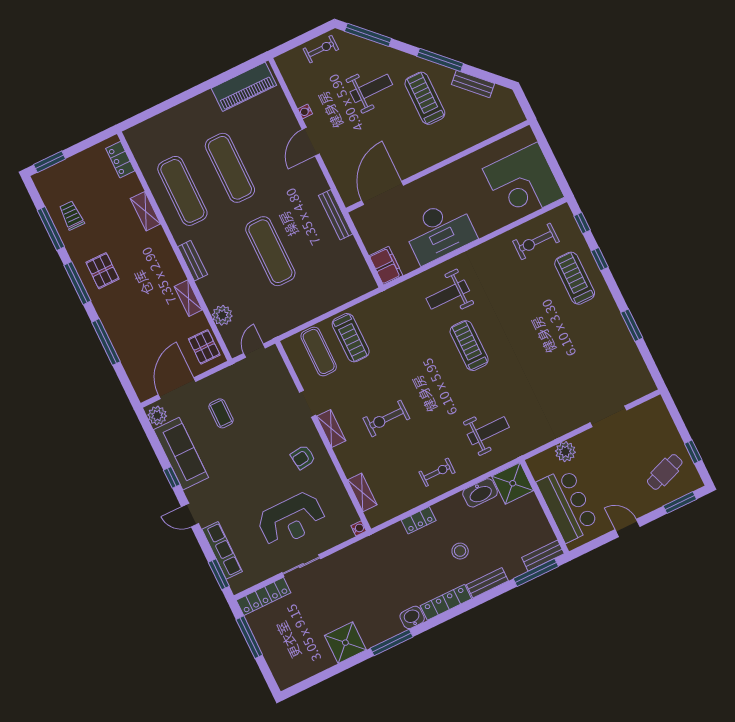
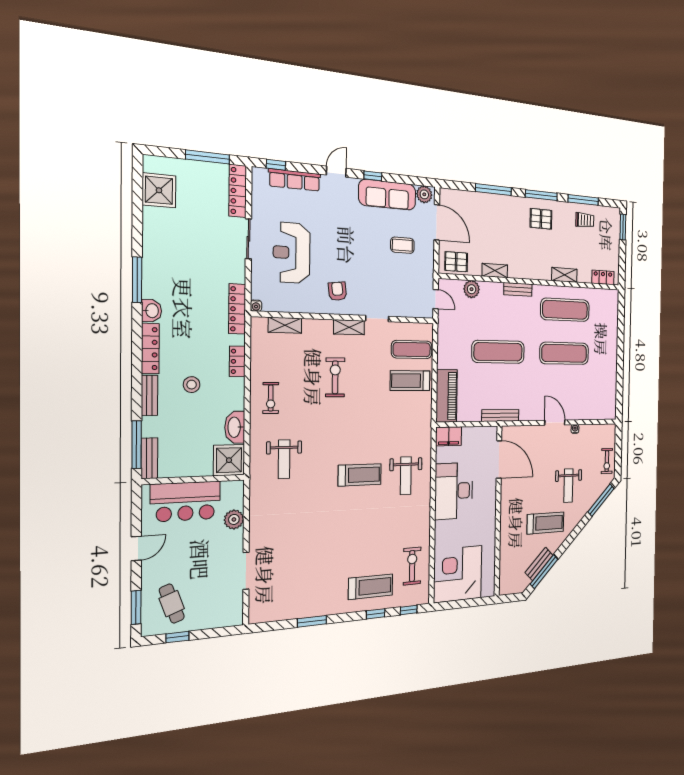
window: (440, 60) -> (544, 572), moved
piano: (244, 87) -> (447, 396), moved, turned 180
weight bench: (448, 295) -> (406, 476), turned 180
locker: (371, 544) -> (237, 309), added
window: (219, 574) -> (276, 165), width x0.67
shower: (345, 643) -> (159, 190), moved

